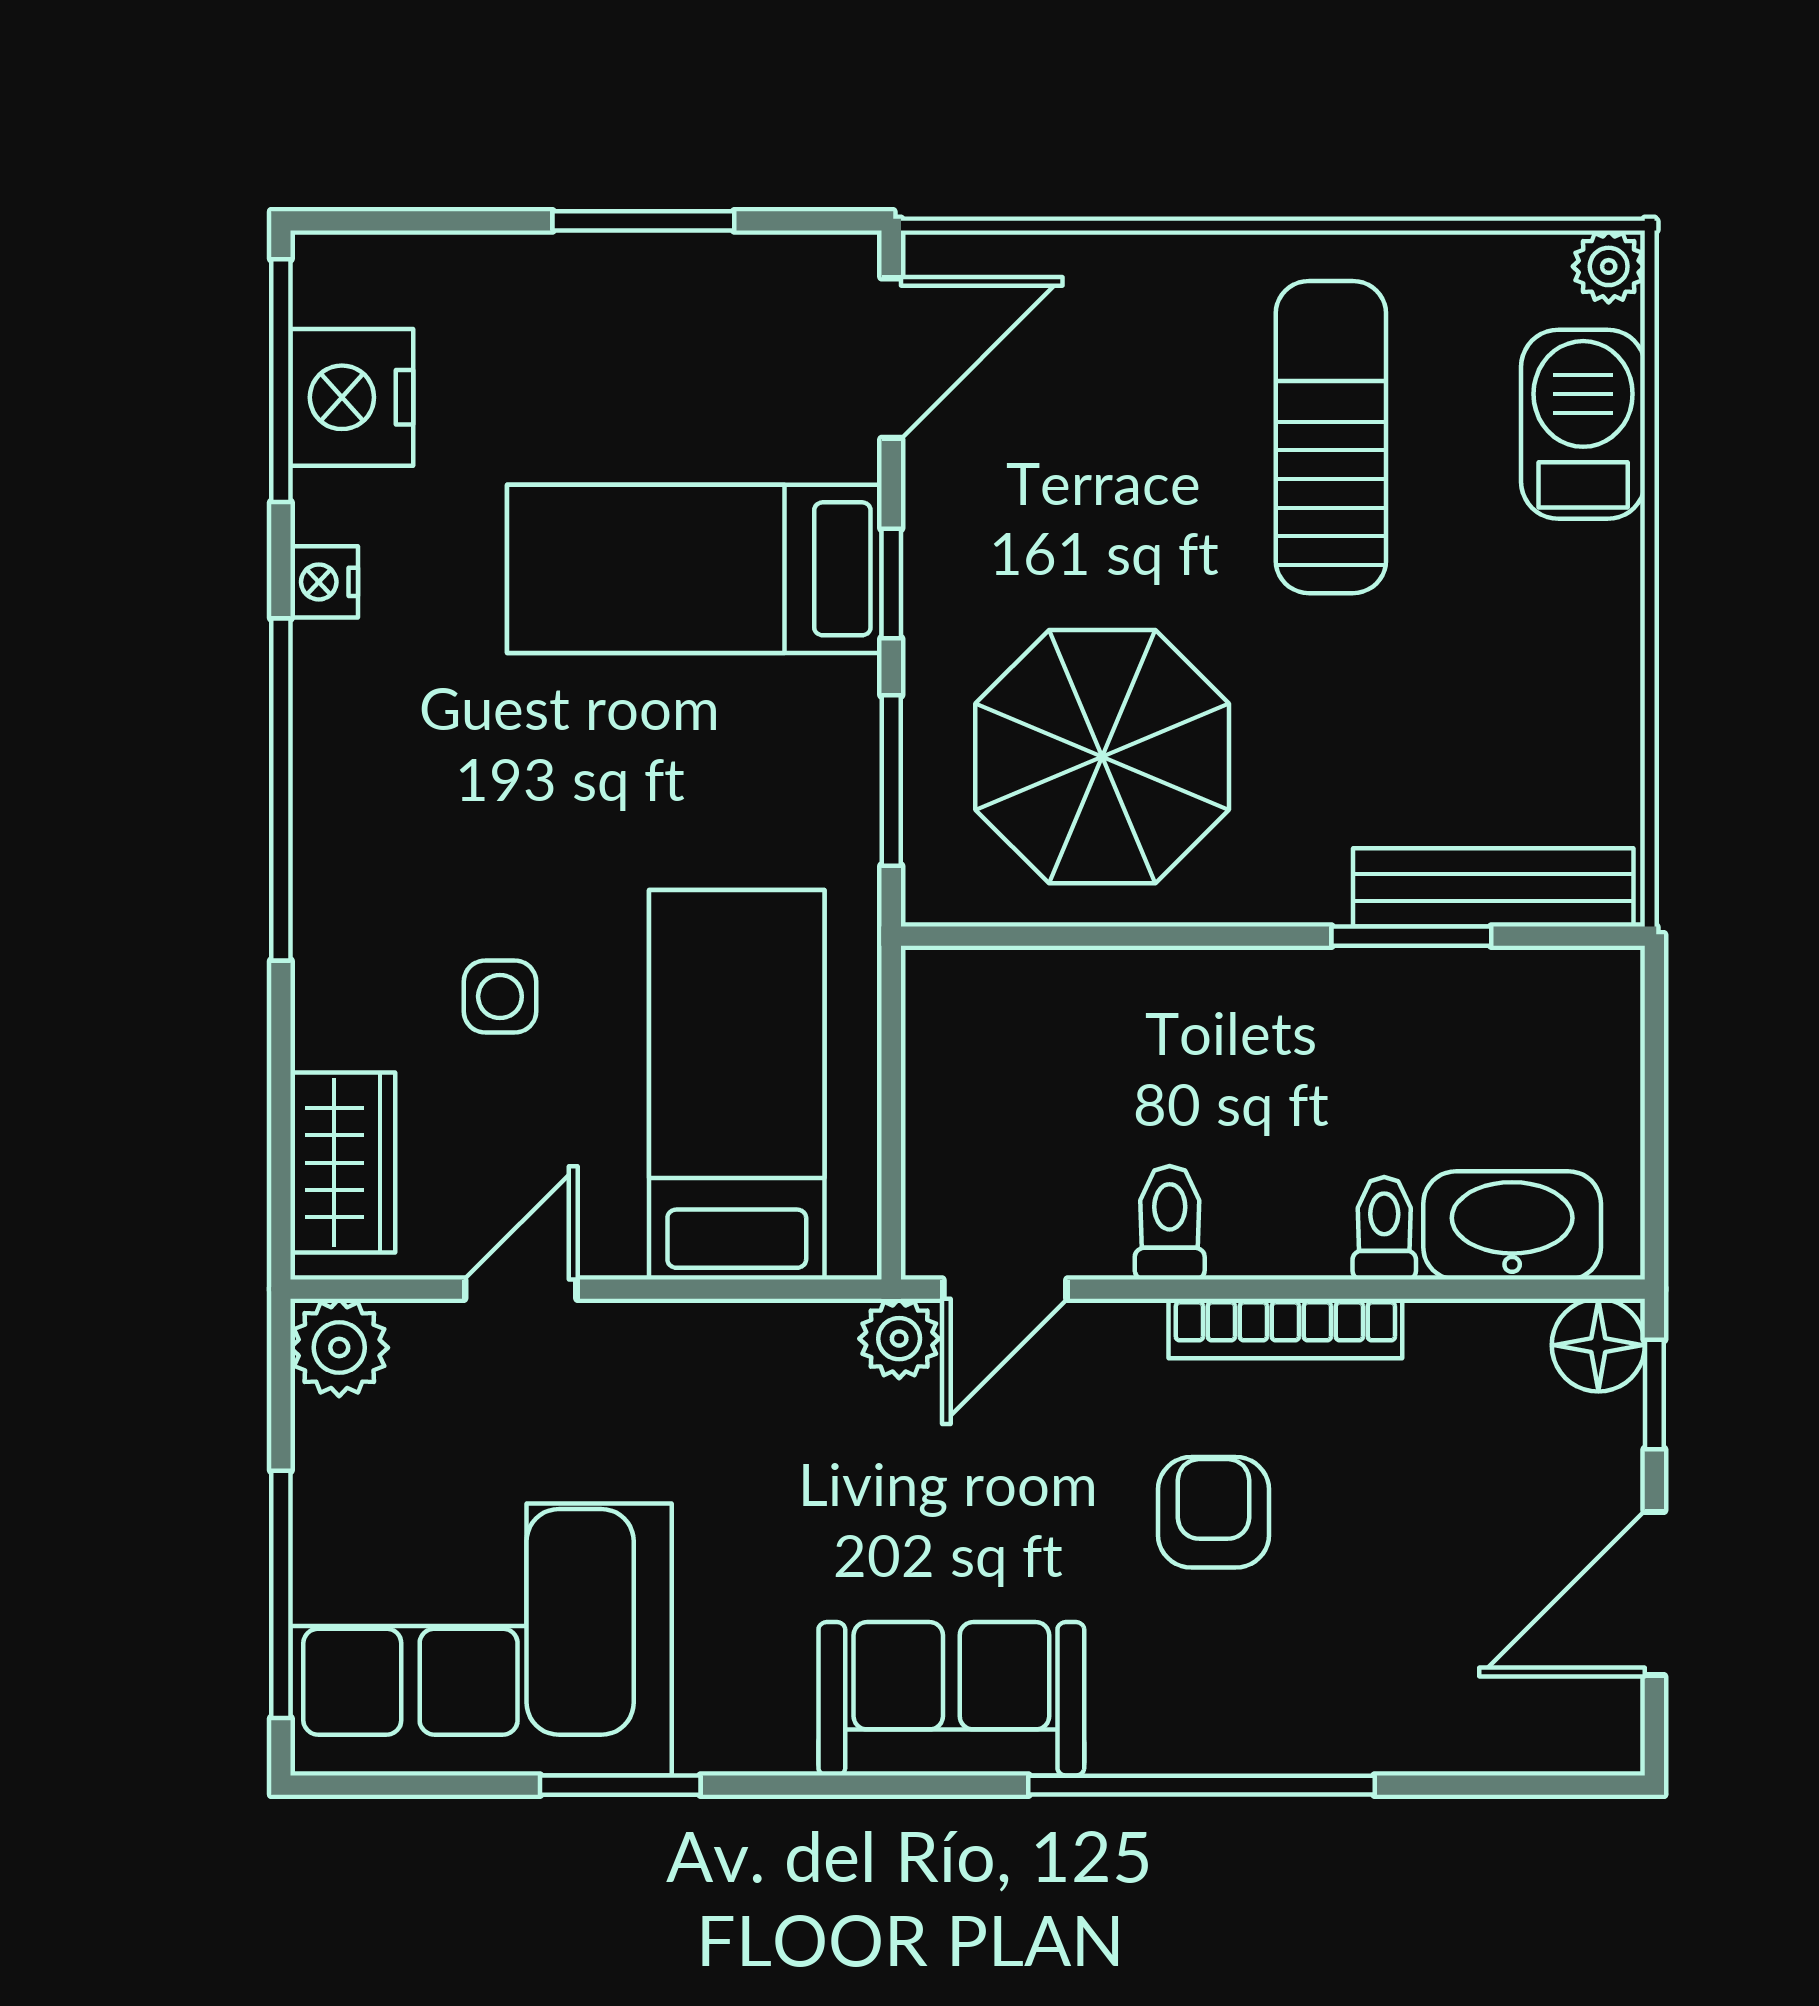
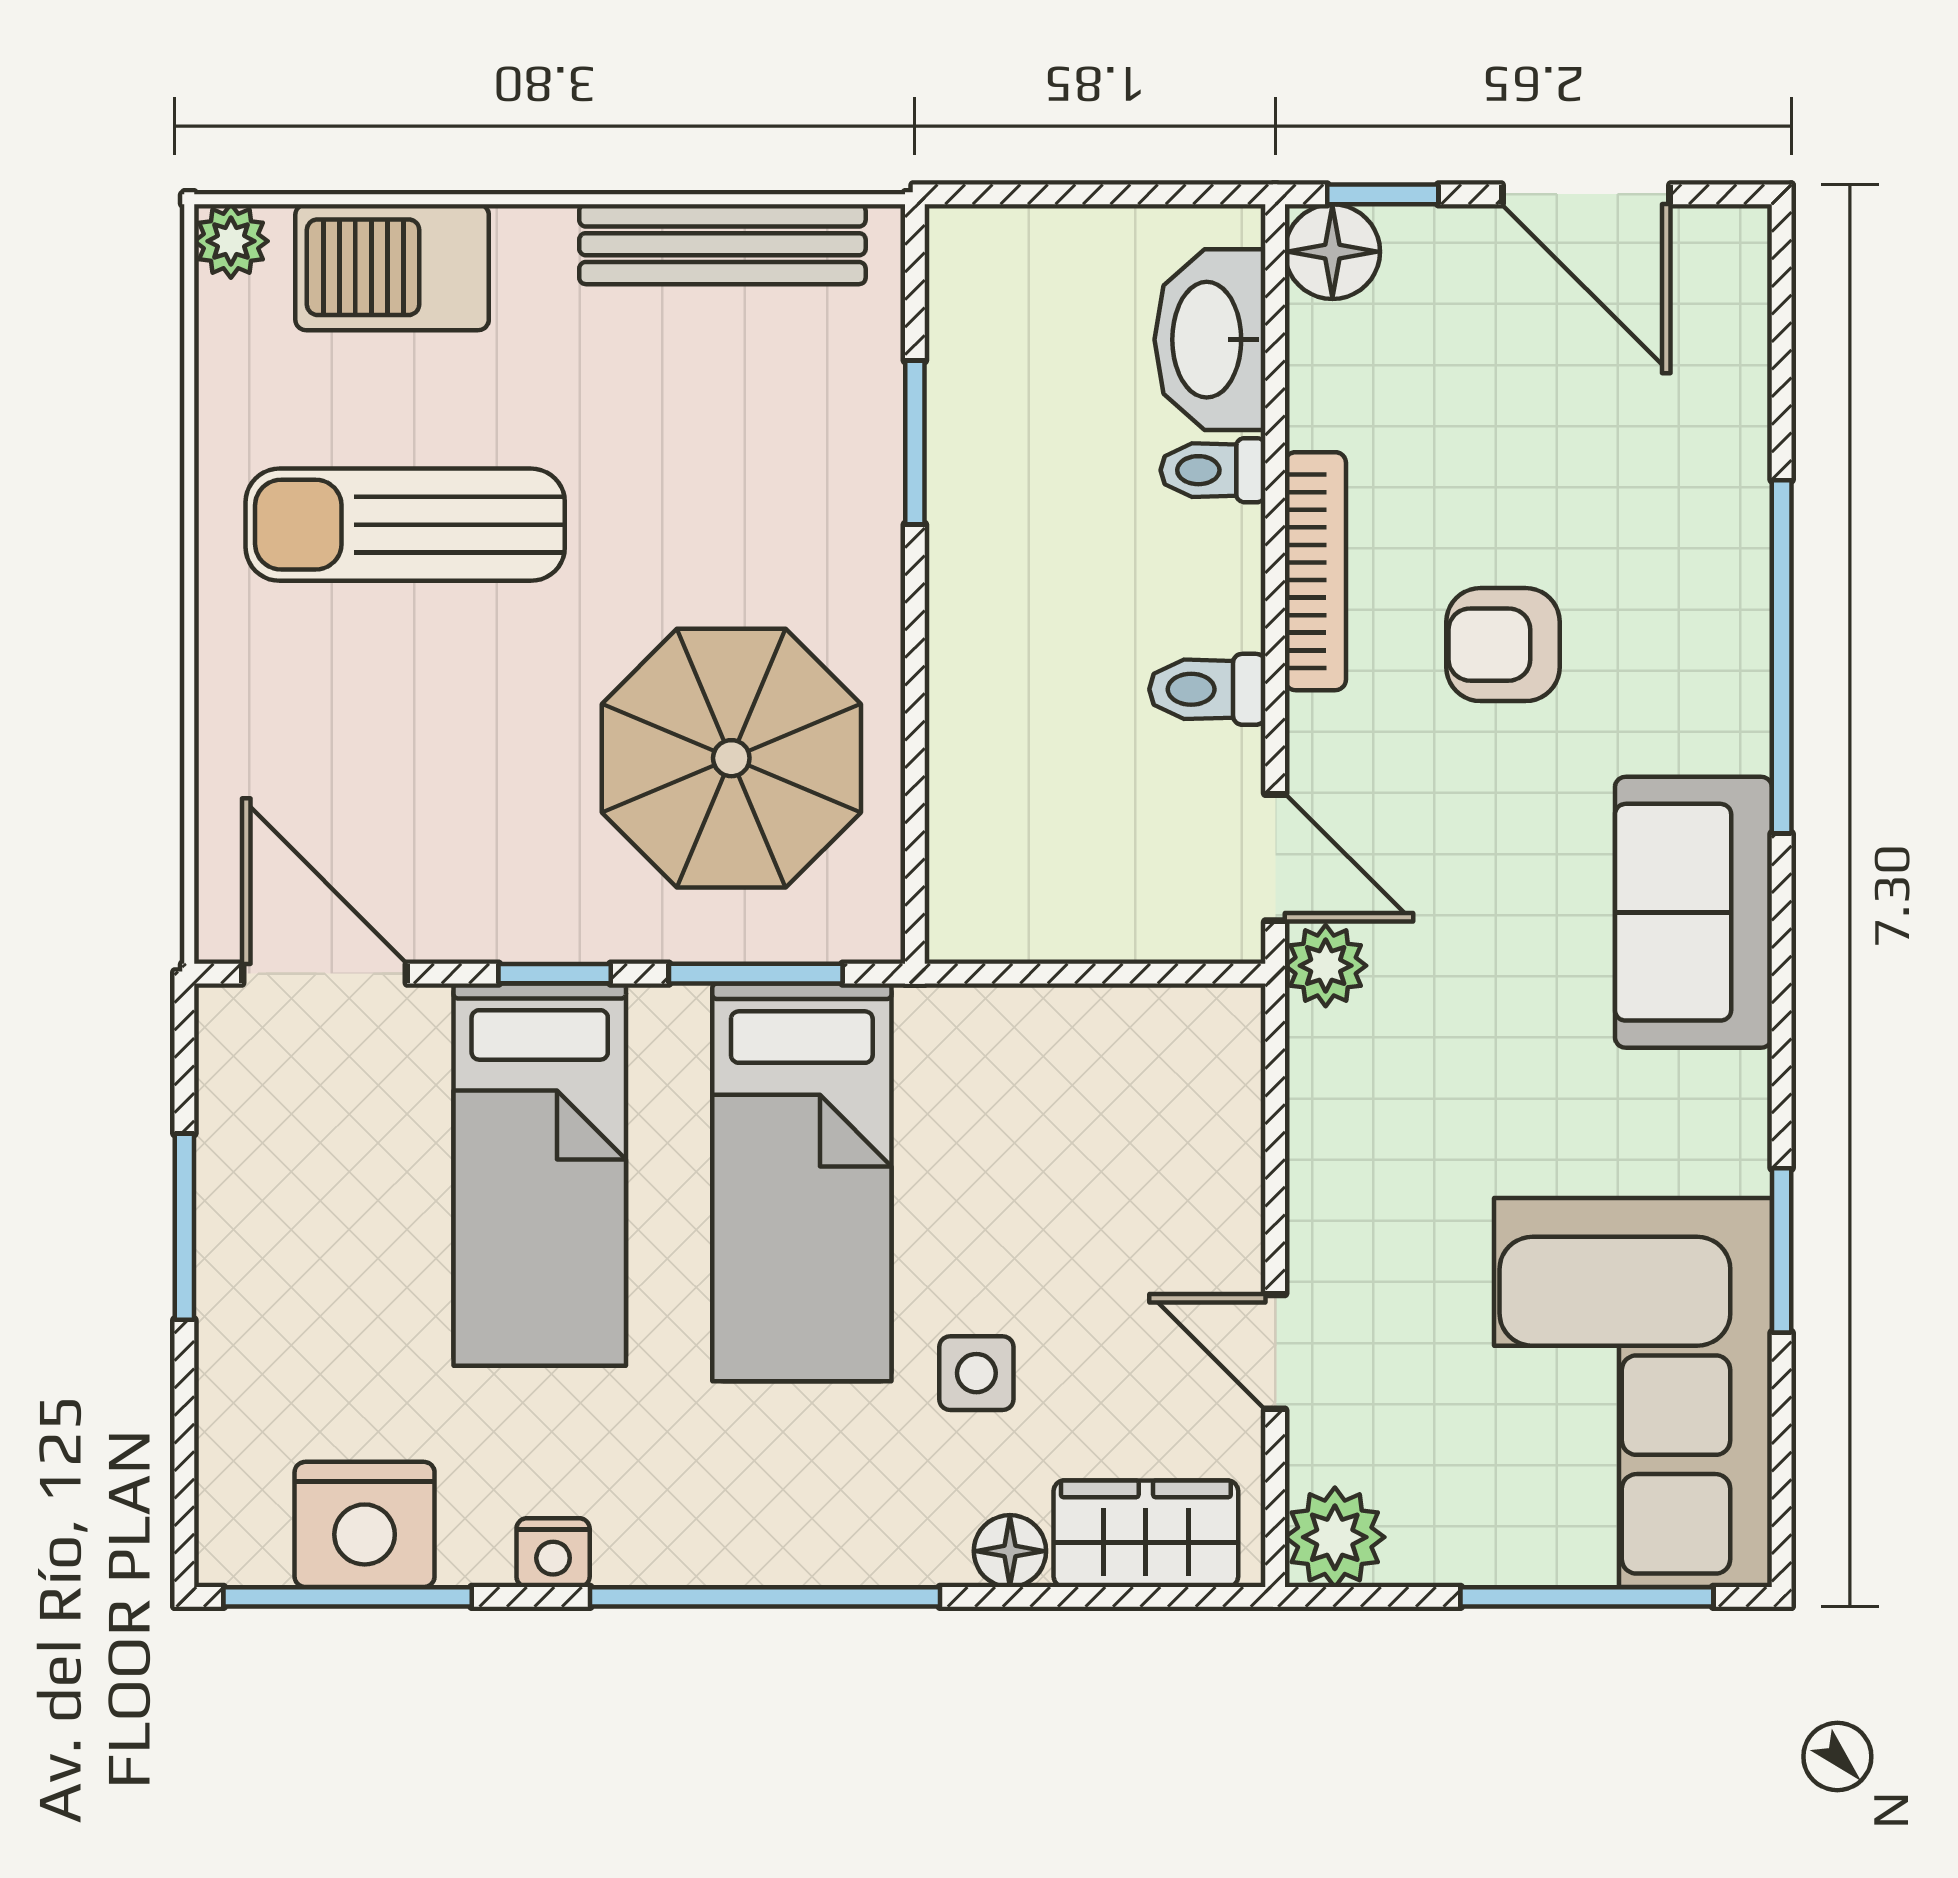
bench: (1493, 887) -> (722, 244), moved, turned 90
floor lamp: (326, 1029) -> (1010, 1551), added
bed: (737, 1085) -> (802, 1182), moved, turned -90

